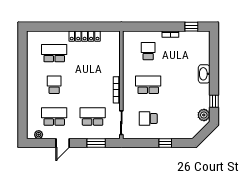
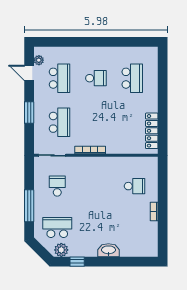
window: (191, 27) -> (163, 236), removed
locker: (85, 36) -> (152, 131), moved
school desk: (148, 85) -> (57, 227), moved, turned -90
door: (63, 143) -> (29, 73), moved
window: (96, 143) -> (29, 112), moved
window: (165, 143) -> (29, 206), width x2.17

